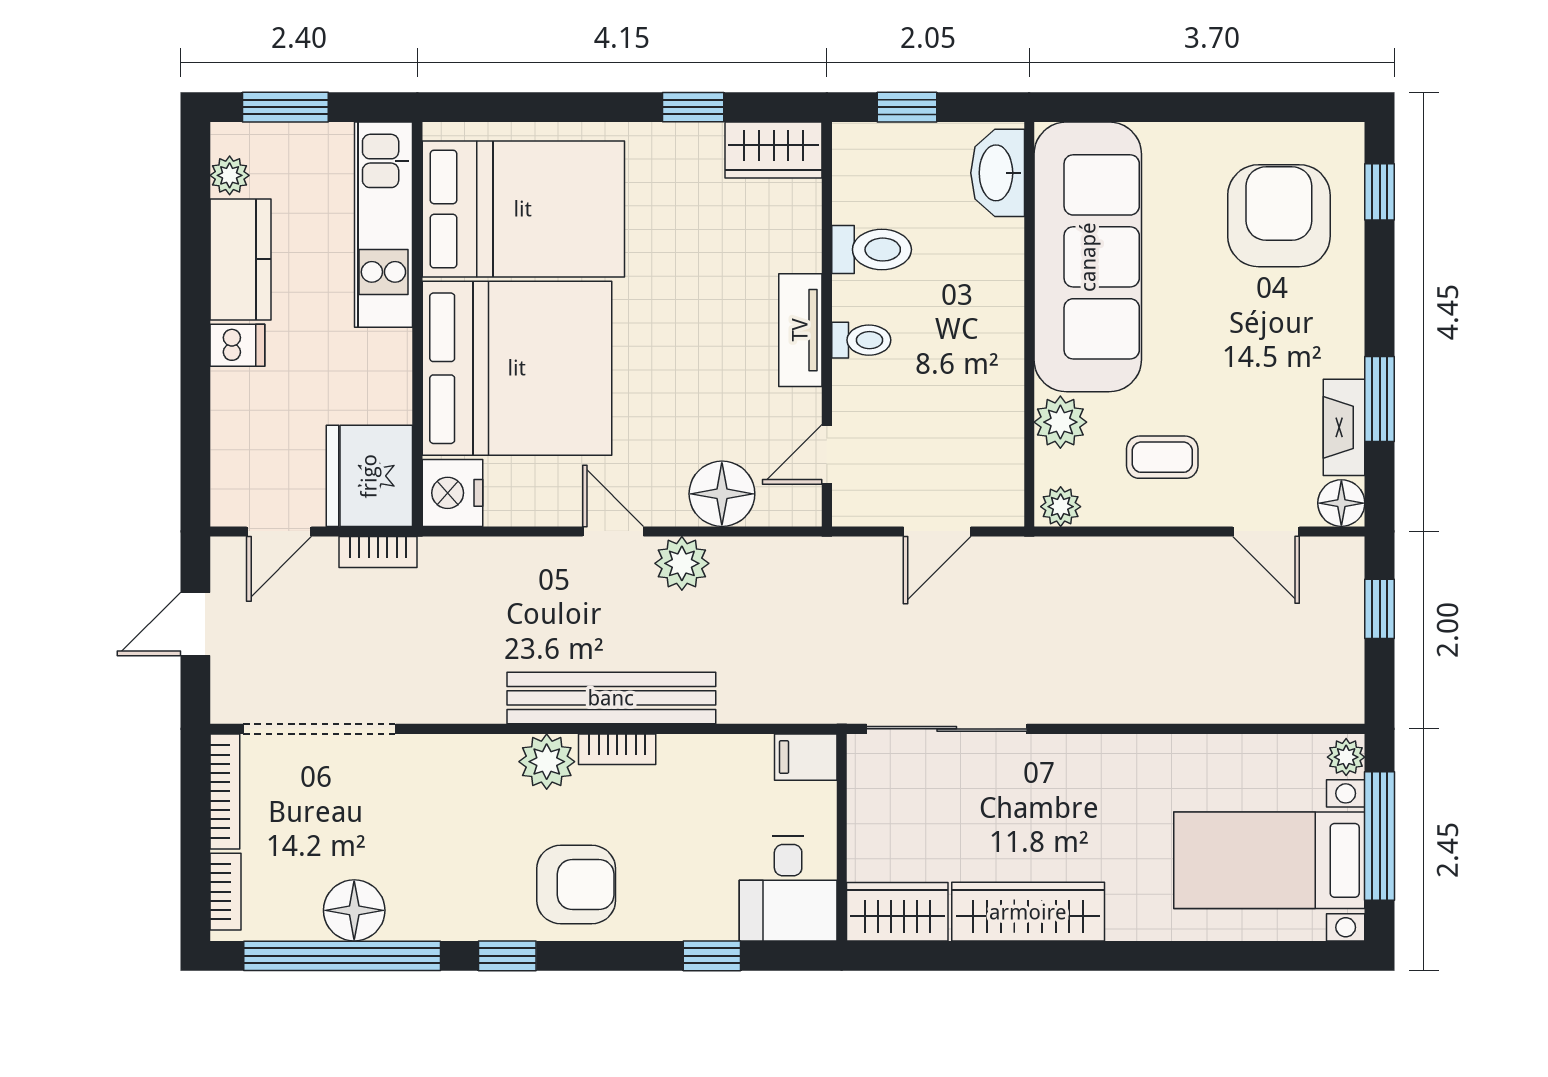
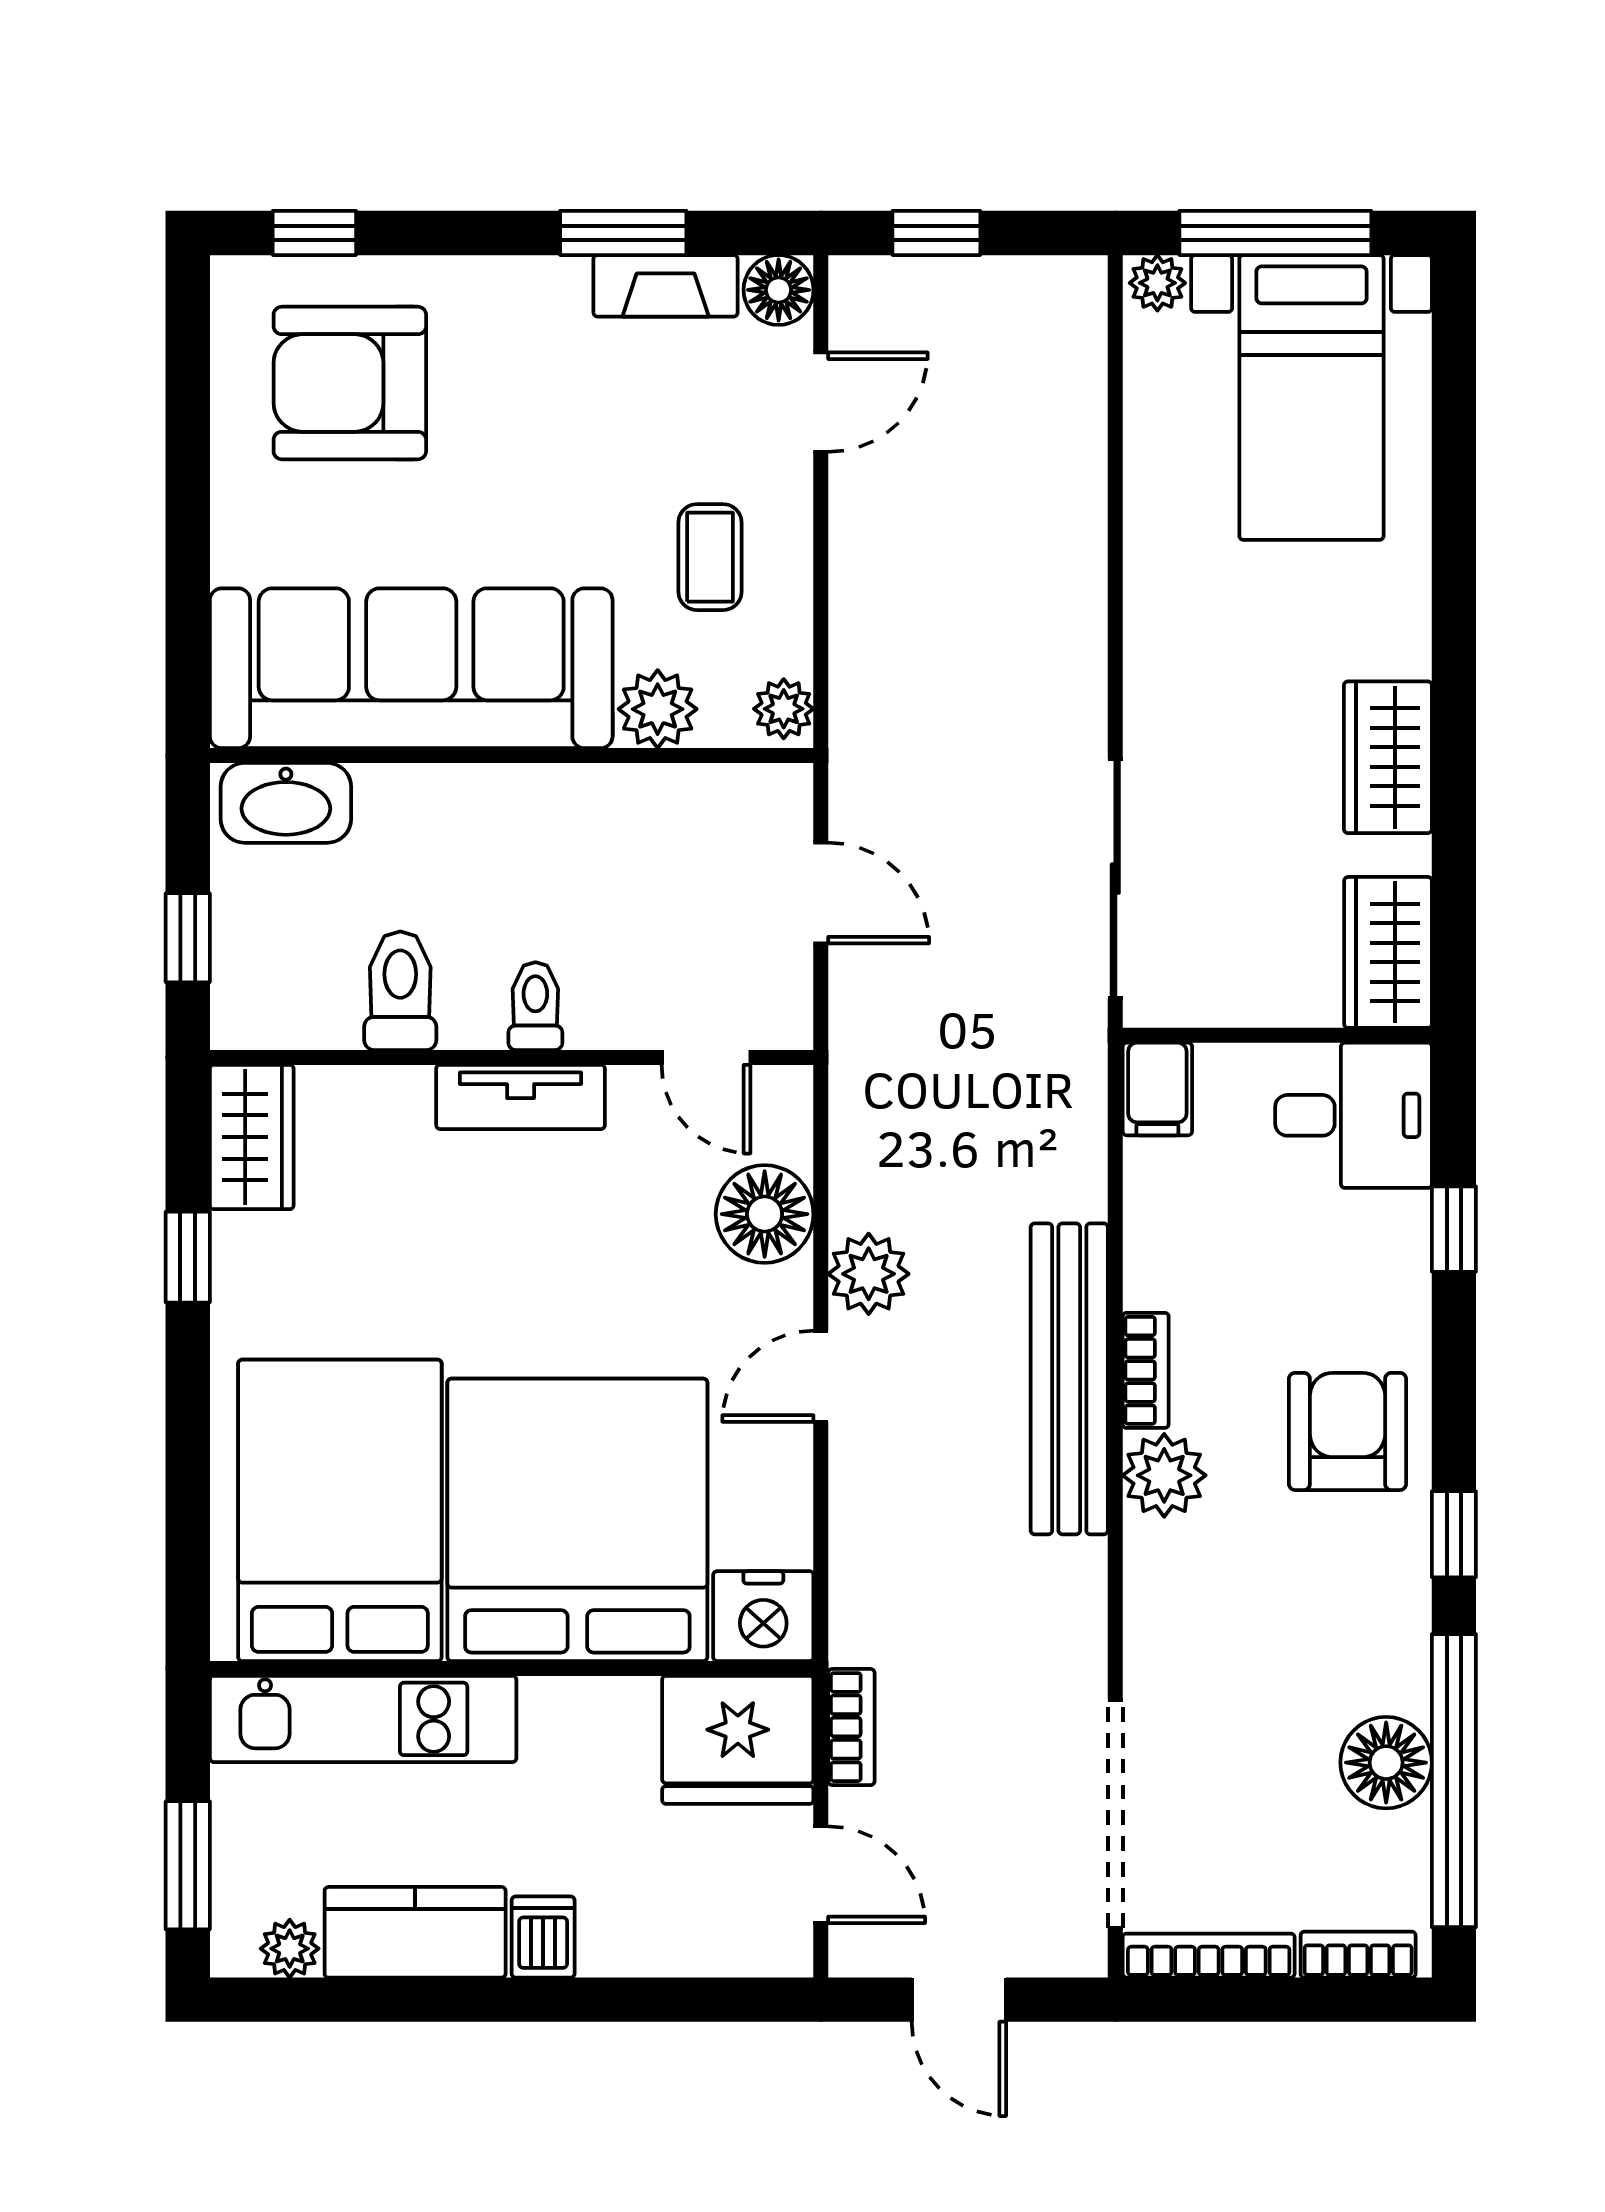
wardrobe: (1028, 912) -> (1388, 757), width x0.67

